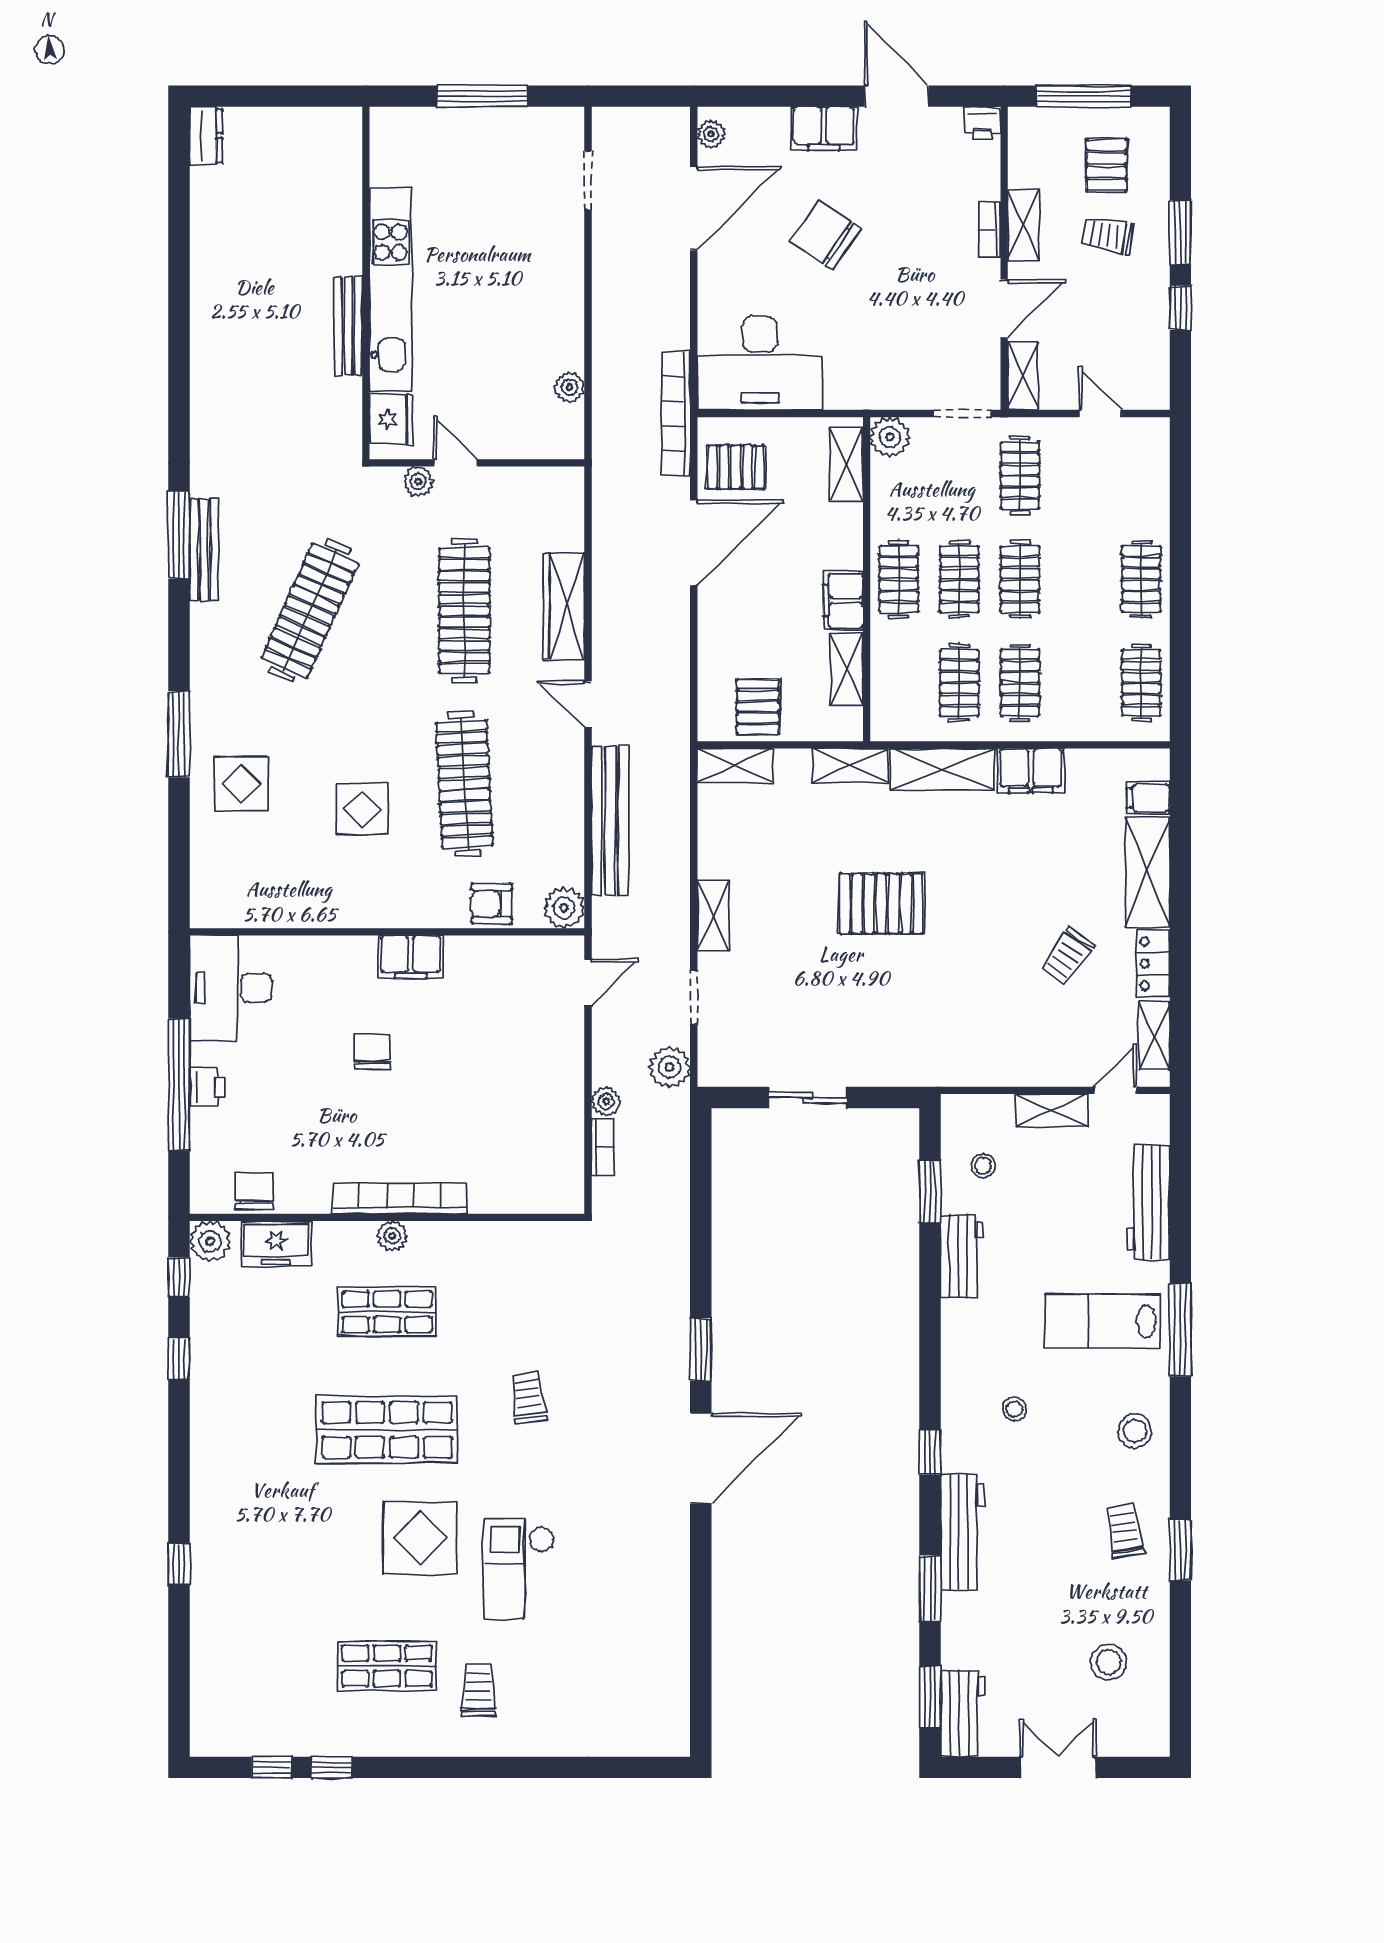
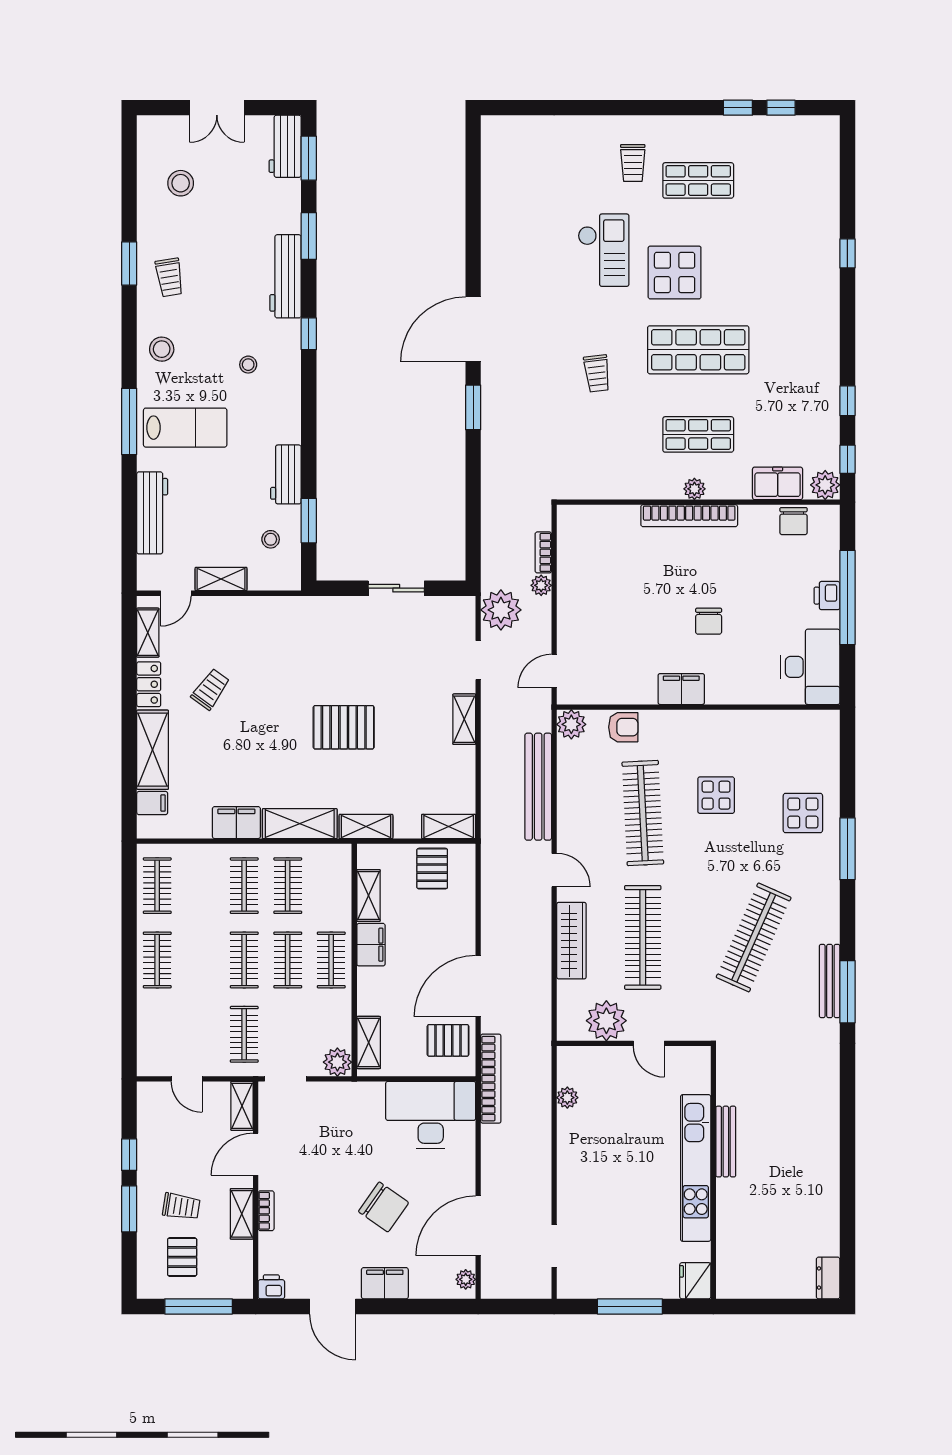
fridge: (391, 419) -> (695, 1281), moved
plant: (418, 481) -> (606, 1021), moved, width x1.88, depth x1.88
plant: (670, 1067) -> (501, 610), width x1.36, depth x1.36

